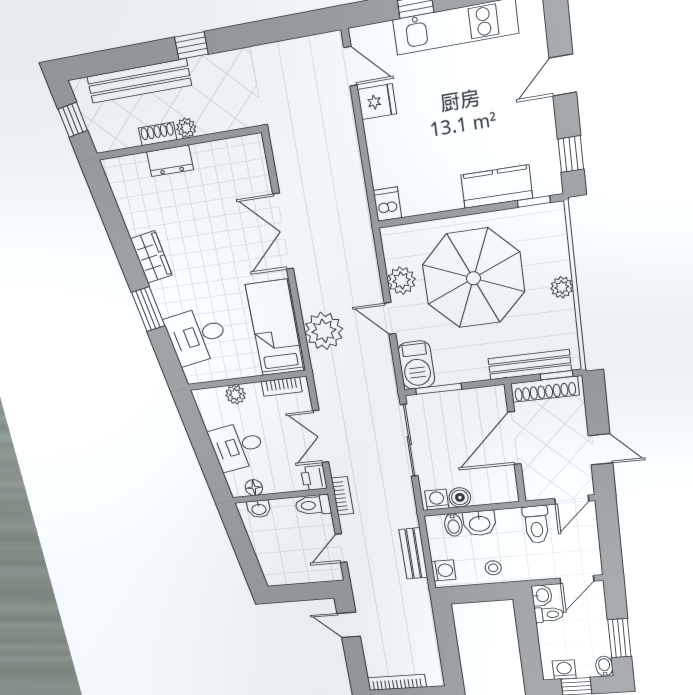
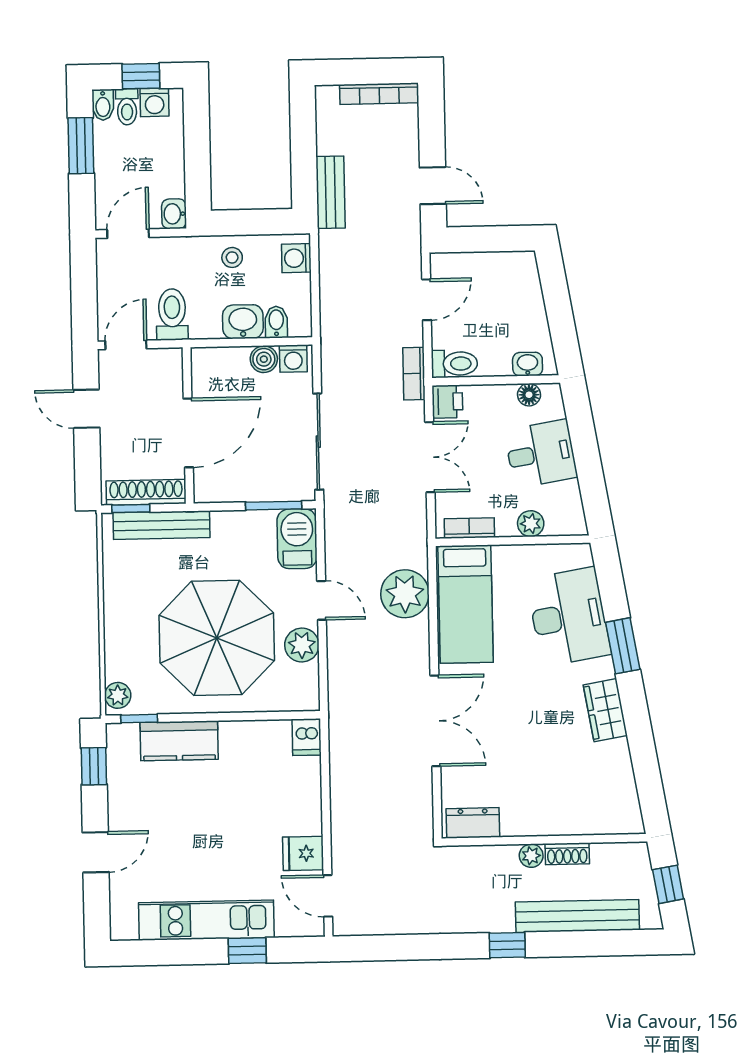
dresser: (170, 161) -> (473, 823), moved
plant: (562, 287) -> (118, 695), moved
desk: (197, 336) -> (569, 617), width x1.37
bench: (413, 553) -> (331, 192), moved
toilet: (549, 615) -> (127, 107), moved, turned -90

